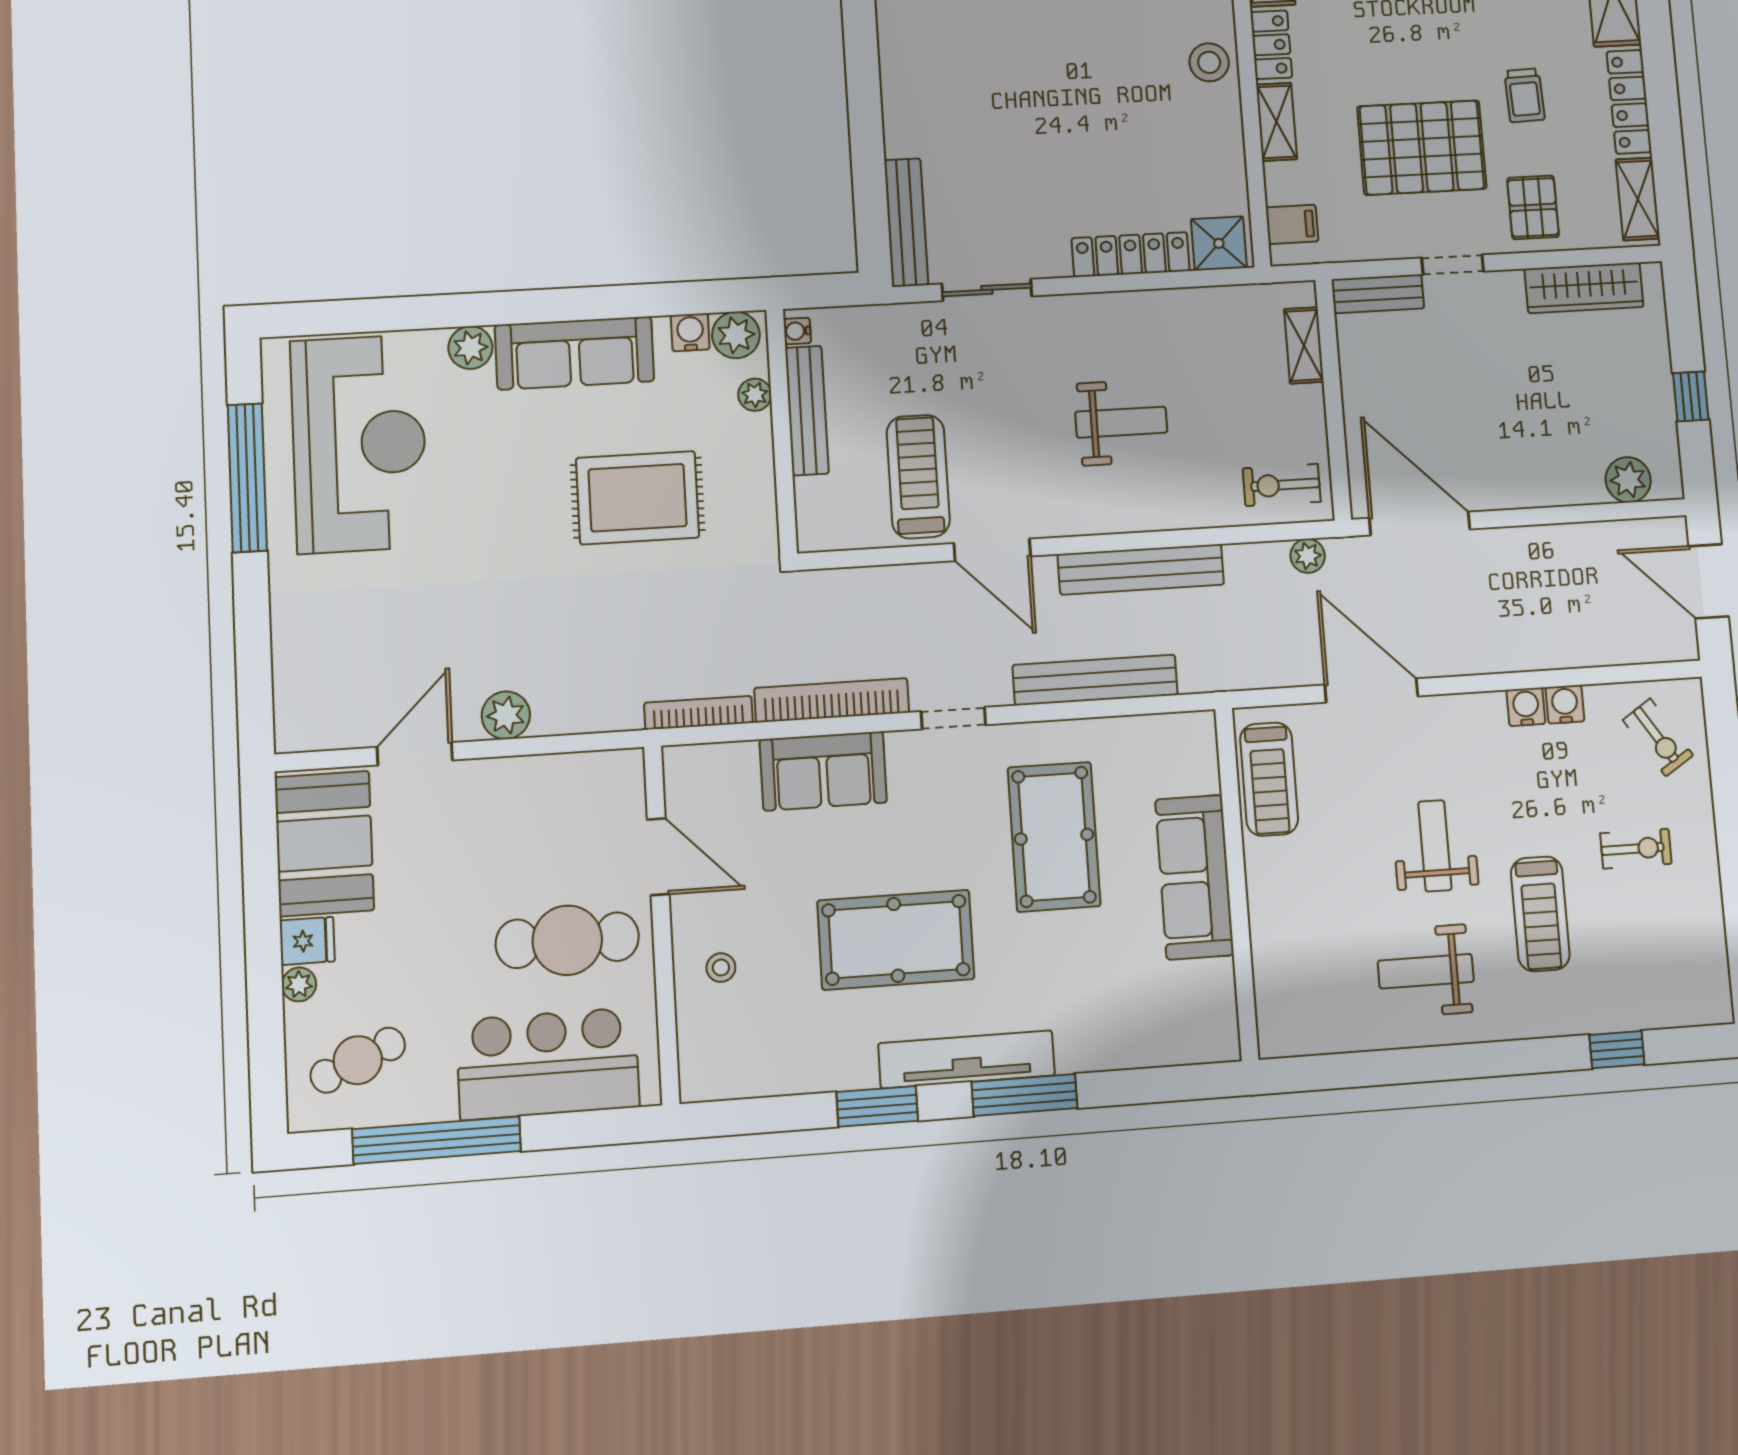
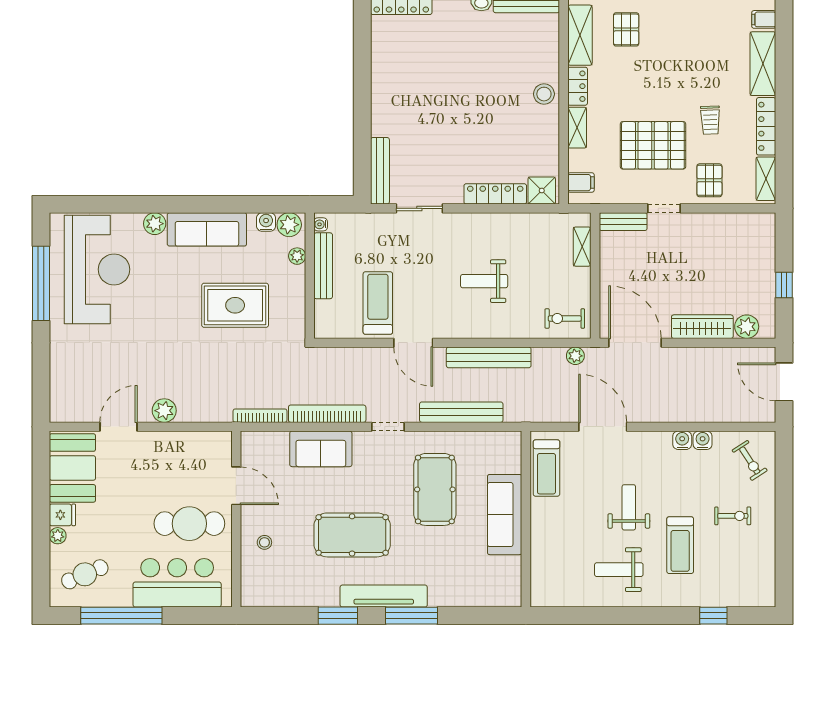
wardrobe: (1584, 288) -> (702, 327), moved, turned 180
weight bench: (1121, 422) -> (484, 281), turned 180

